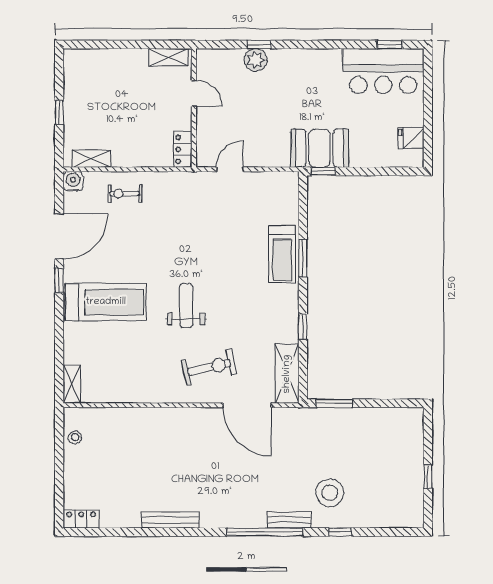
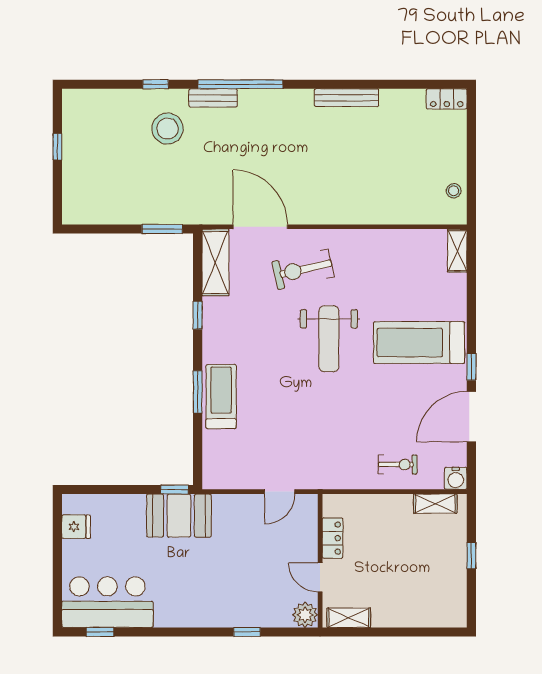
plant: (256, 60) -> (305, 615), moved
locker: (183, 149) -> (333, 538), moved
weight bench: (186, 306) -> (329, 339), width x1.36, depth x1.33

